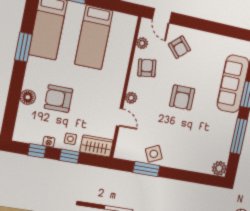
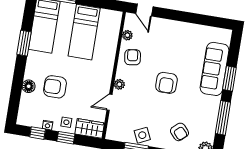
armchair: (179, 47) -> (179, 132), moved
door: (119, 117) -> (109, 102), swing flipped

